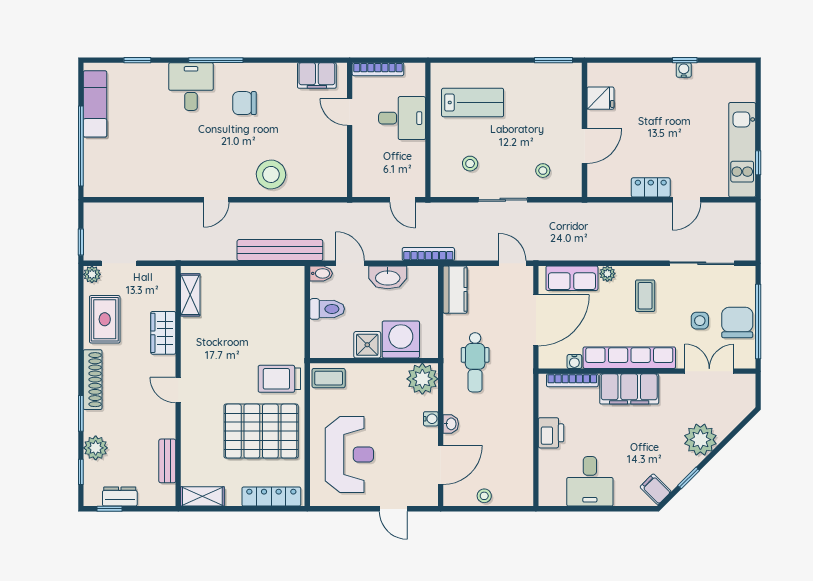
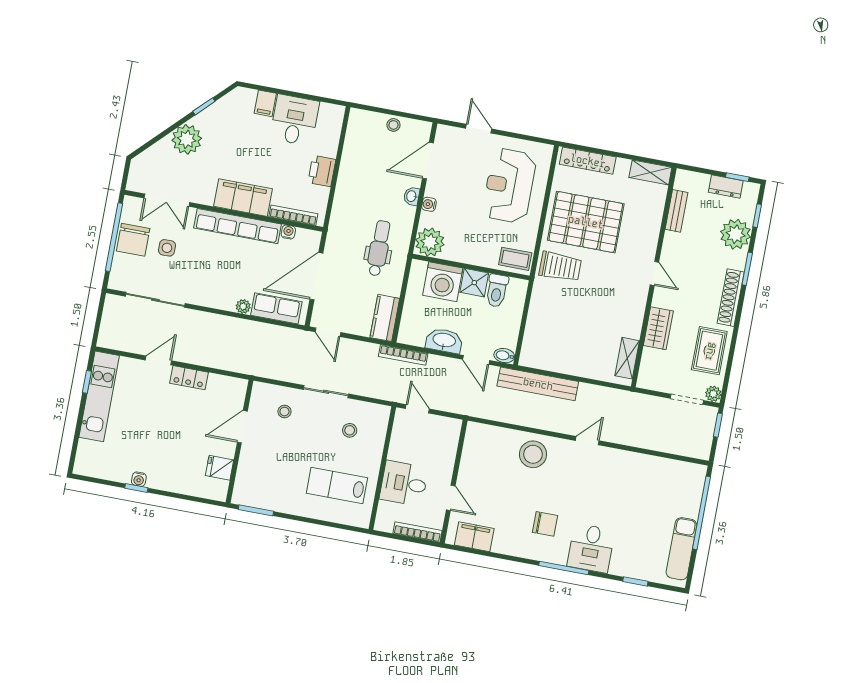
coffee table: (645, 296) -> (213, 280), removed
toilet: (327, 309) -> (497, 291), moved, turned -90
plant: (96, 448) -> (736, 234), width x1.36, depth x1.36
filing cabinet: (656, 489) -> (265, 103), moved, turned 45

